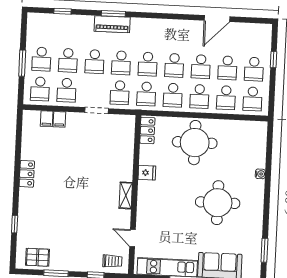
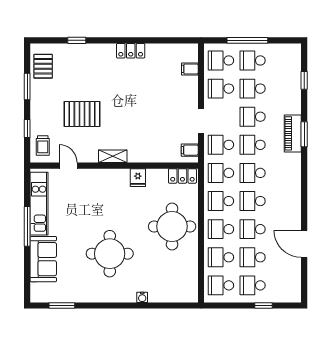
window: (22, 63) -> (247, 40), width x1.44
filing cabinet: (59, 119) -> (190, 150), moved
pallet: (84, 223) -> (82, 114), added
door: (132, 238) -> (68, 166), hinge flipped

